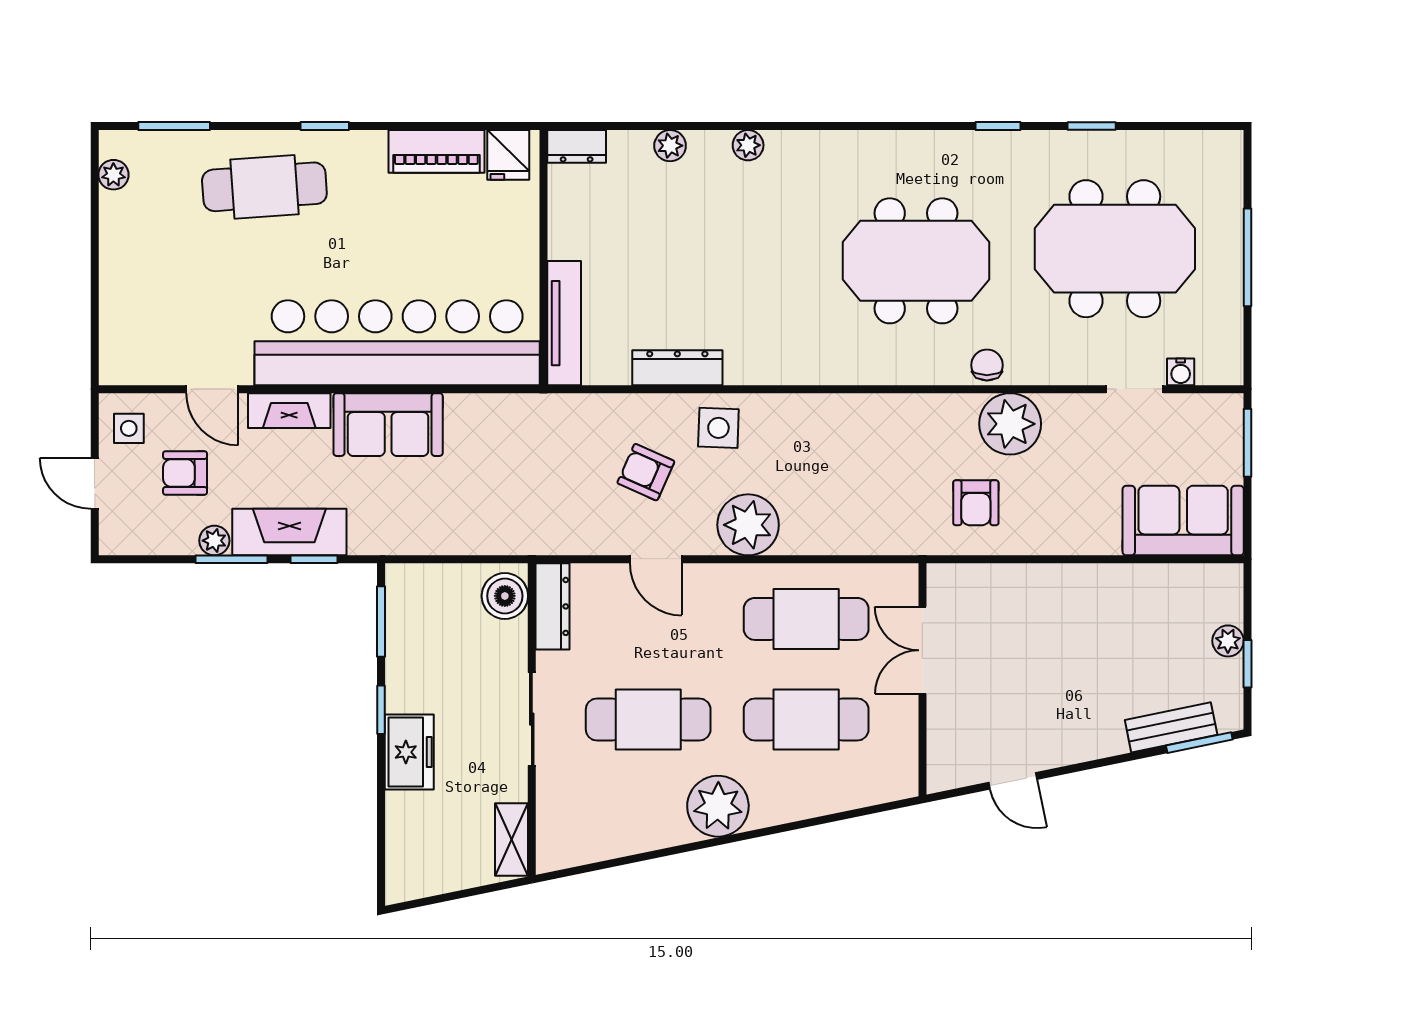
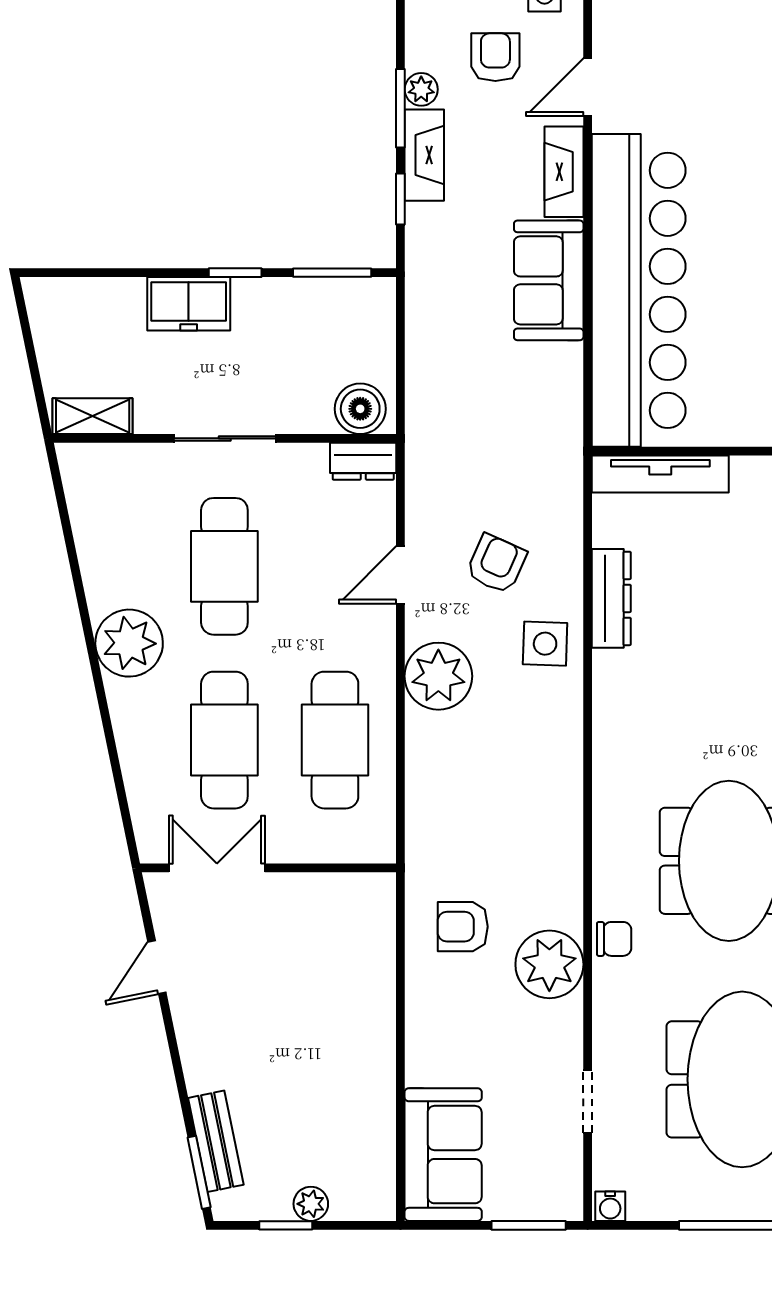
water cooler: (1181, 372) -> (610, 1206), moved, turned -90
fireplace: (289, 532) -> (424, 155), width x0.73, depth x0.76
dresser: (553, 606) -> (363, 461), width x0.70
double door: (922, 650) -> (217, 868), moved

